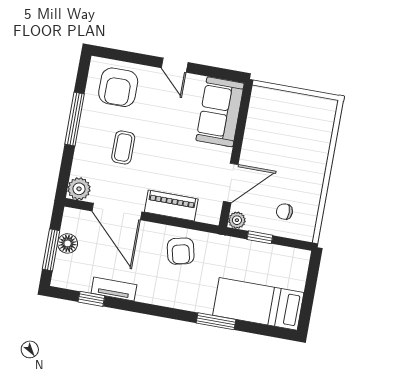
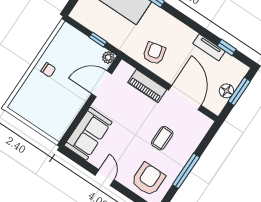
plant: (79, 189) -> (203, 124), removed
chair: (284, 212) -> (48, 70), moved

